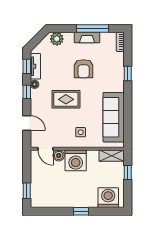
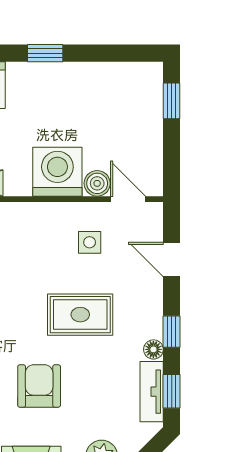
side table: (81, 132) -> (90, 242), moved

